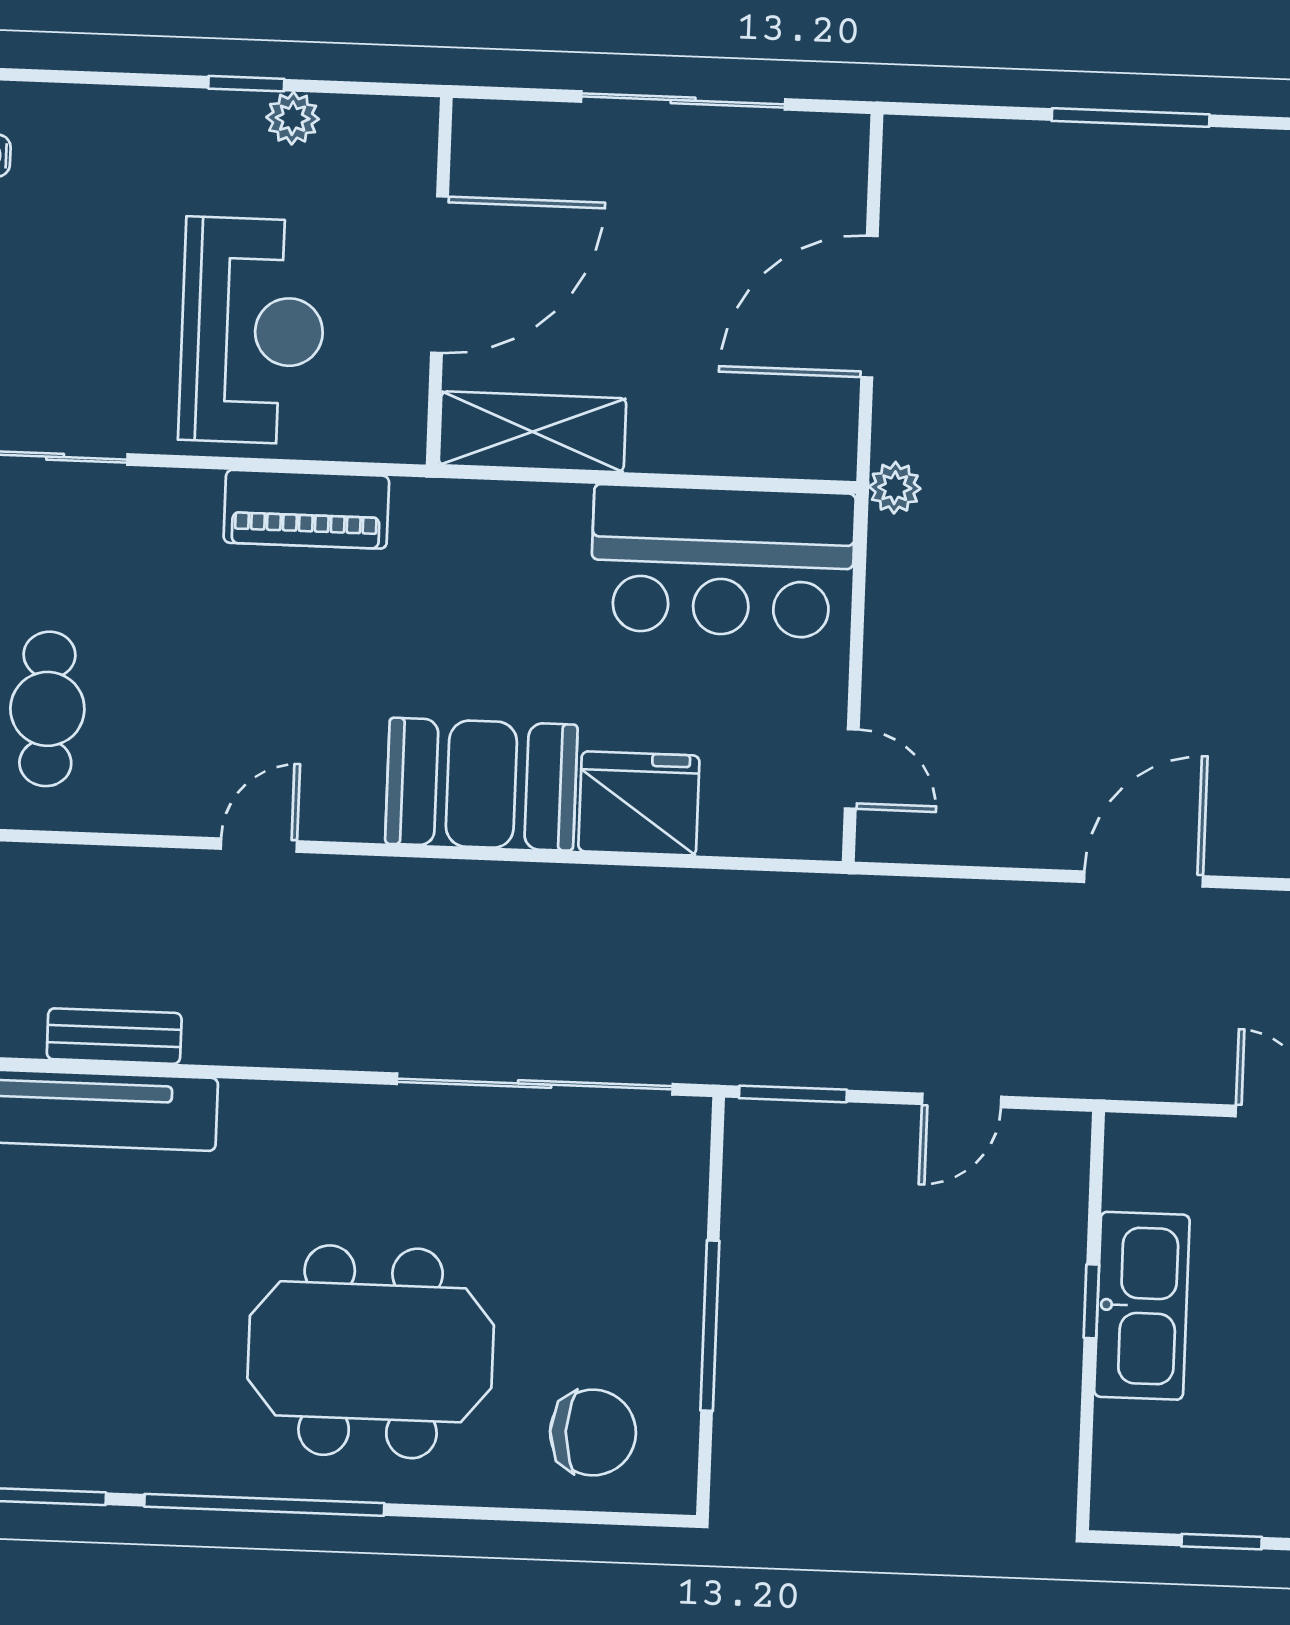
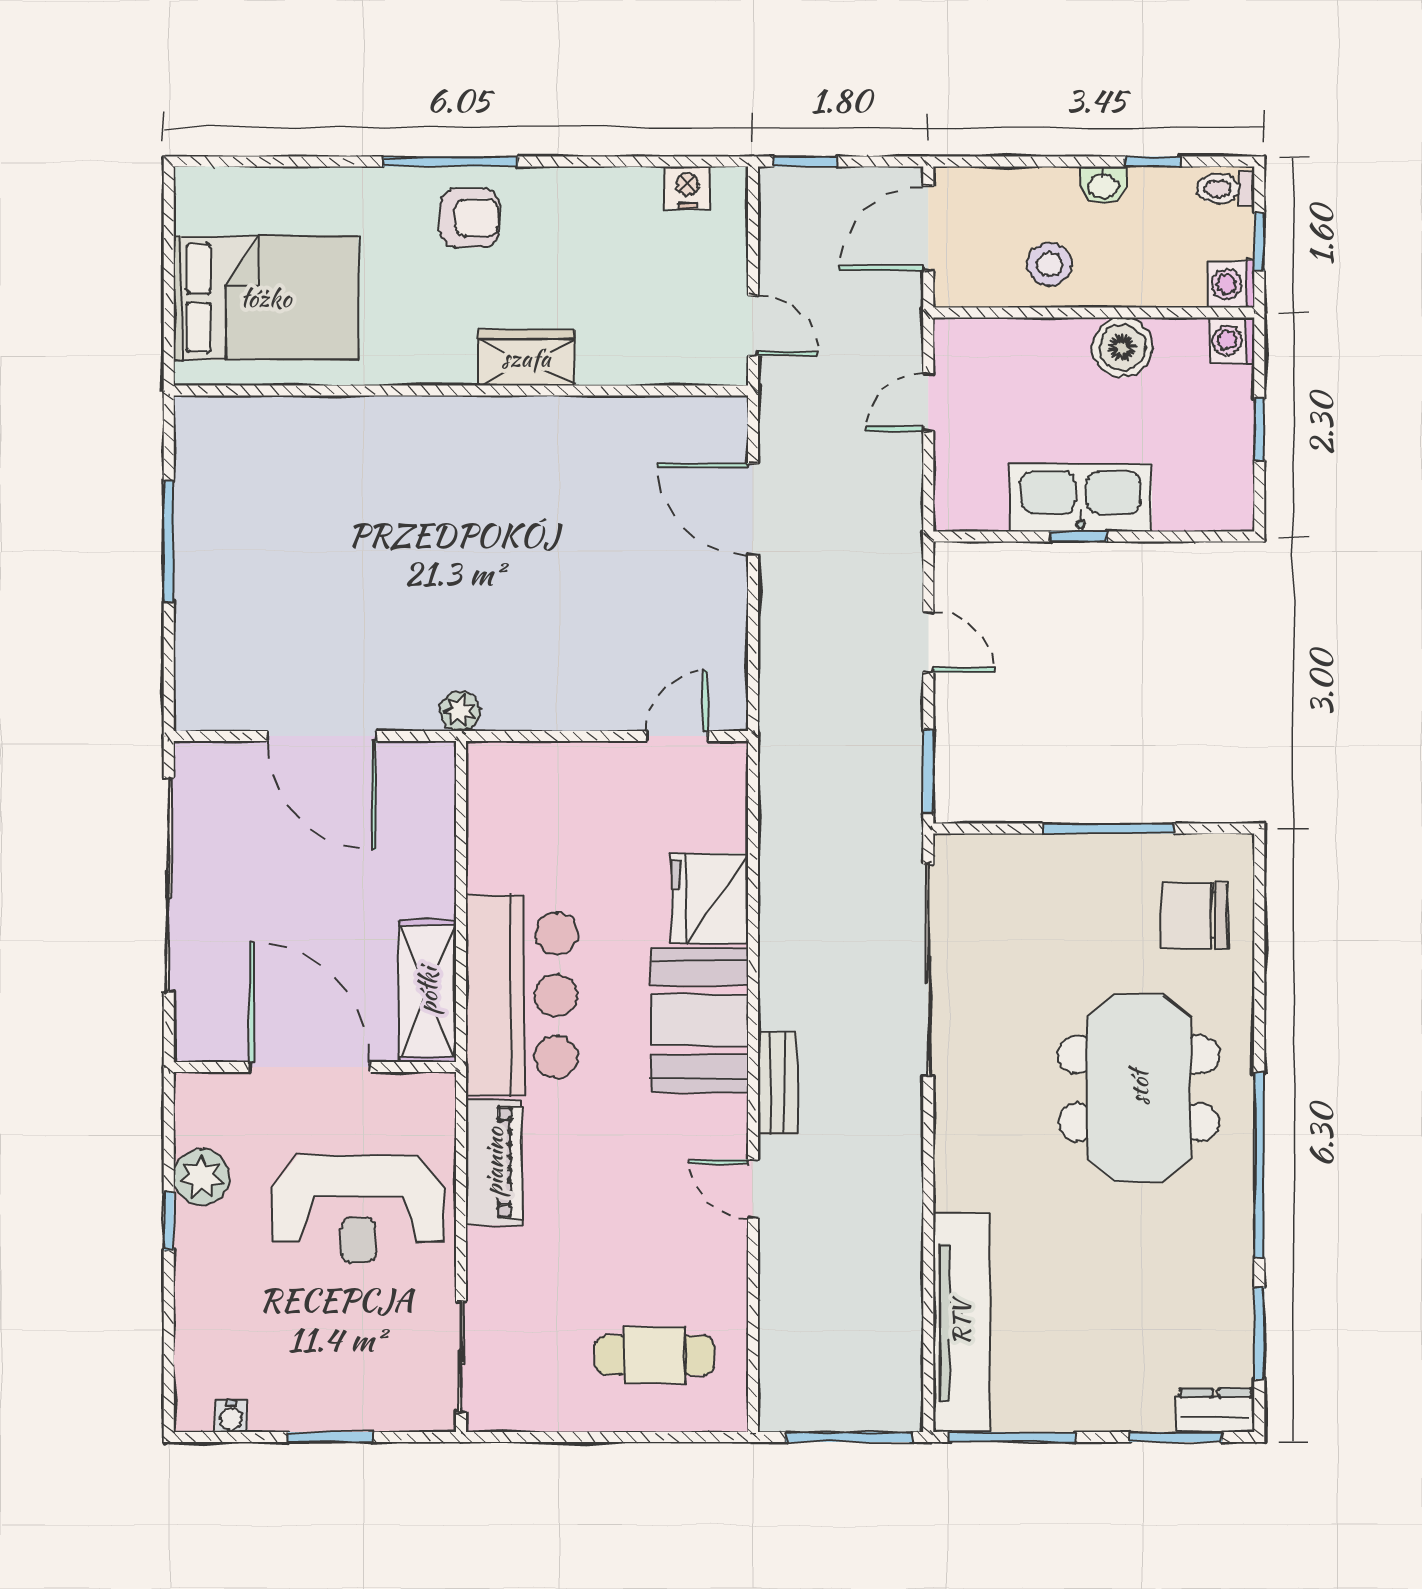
sliding door: (683, 100) -> (169, 885), width x1.36
plant: (293, 118) -> (202, 1177), width x1.38, depth x1.38
reception desk: (252, 331) -> (358, 1209), turned 180
bar counter: (722, 561) -> (522, 995), moved
bench: (114, 1036) -> (777, 1083), moved
chair: (593, 1433) -> (1194, 915), turned -90

